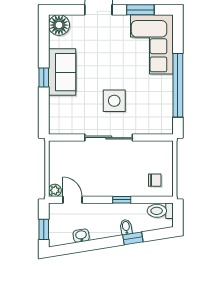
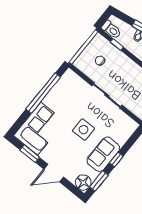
window: (44, 40) -> (99, 181), added
side table: (114, 101) -> (83, 130), moved
chair: (155, 180) -> (100, 61), moved
window: (122, 200) -> (117, 45), moved

